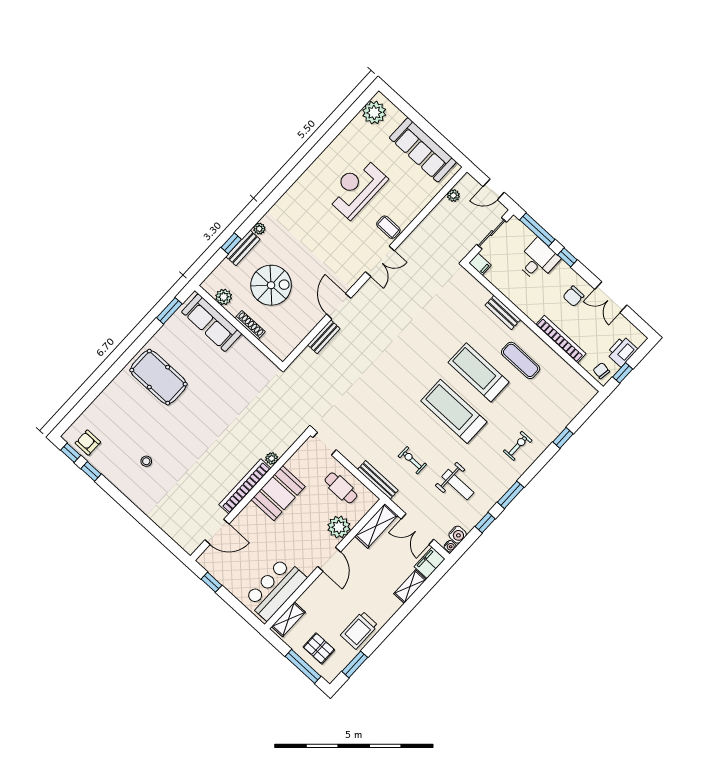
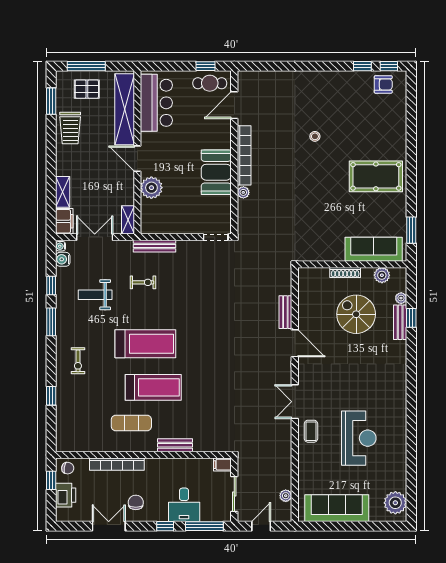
coffee table: (388, 227) -> (311, 431), turned 90
plant: (259, 229) -> (401, 298), moved
spiral stairs: (271, 285) -> (356, 314), turned 90
stool: (146, 461) -> (315, 136), moved
cafe table: (341, 488) -> (210, 83), moved
shelving: (376, 526) -> (128, 220), width x0.67, depth x0.75
shelving: (288, 619) -> (125, 109), width x2.20, depth x1.33
trolley: (359, 630) -> (70, 128), turned 180

